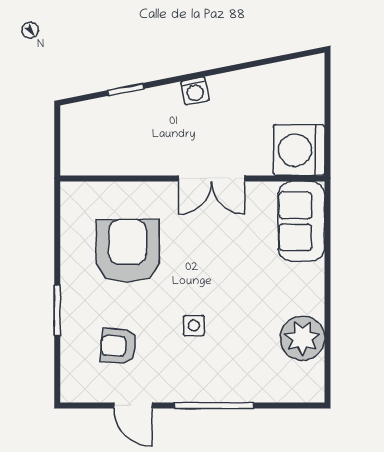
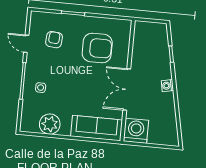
double door: (211, 178) -> (127, 89), width x1.37
sofa: (301, 221) -> (97, 128), width x1.36
side table: (194, 326) -> (41, 88), moved
door: (133, 405) -> (26, 44), hinge flipped

